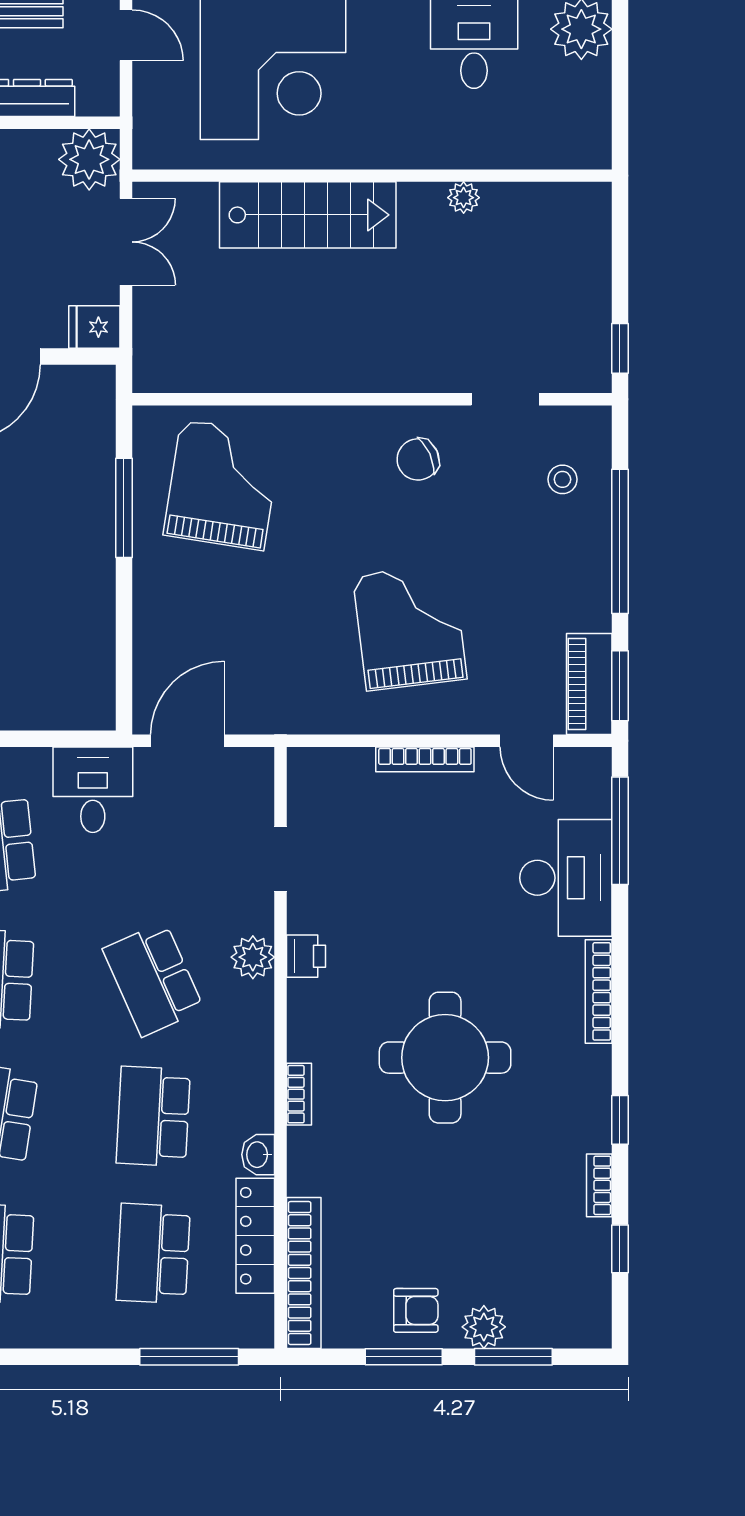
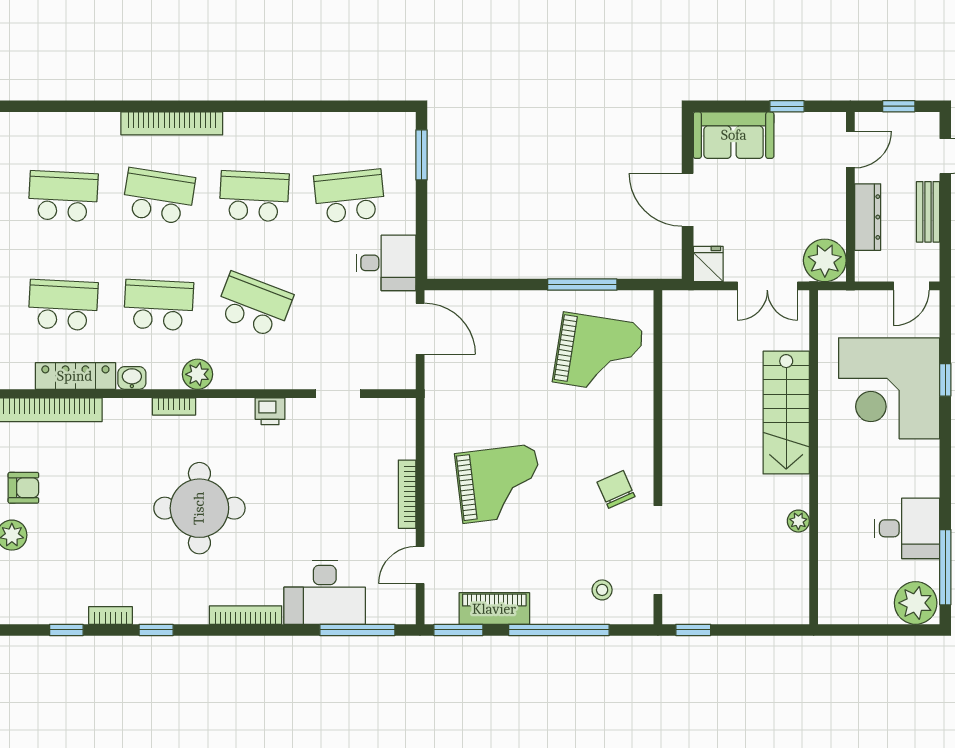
doorway: (505, 399) -> (658, 550), width x1.87
piano: (589, 684) -> (494, 609), moved
plant: (253, 957) -> (197, 374), moved
school desk: (153, 979) -> (254, 305), turned 45
armchair: (416, 1310) -> (23, 488), turned -90

